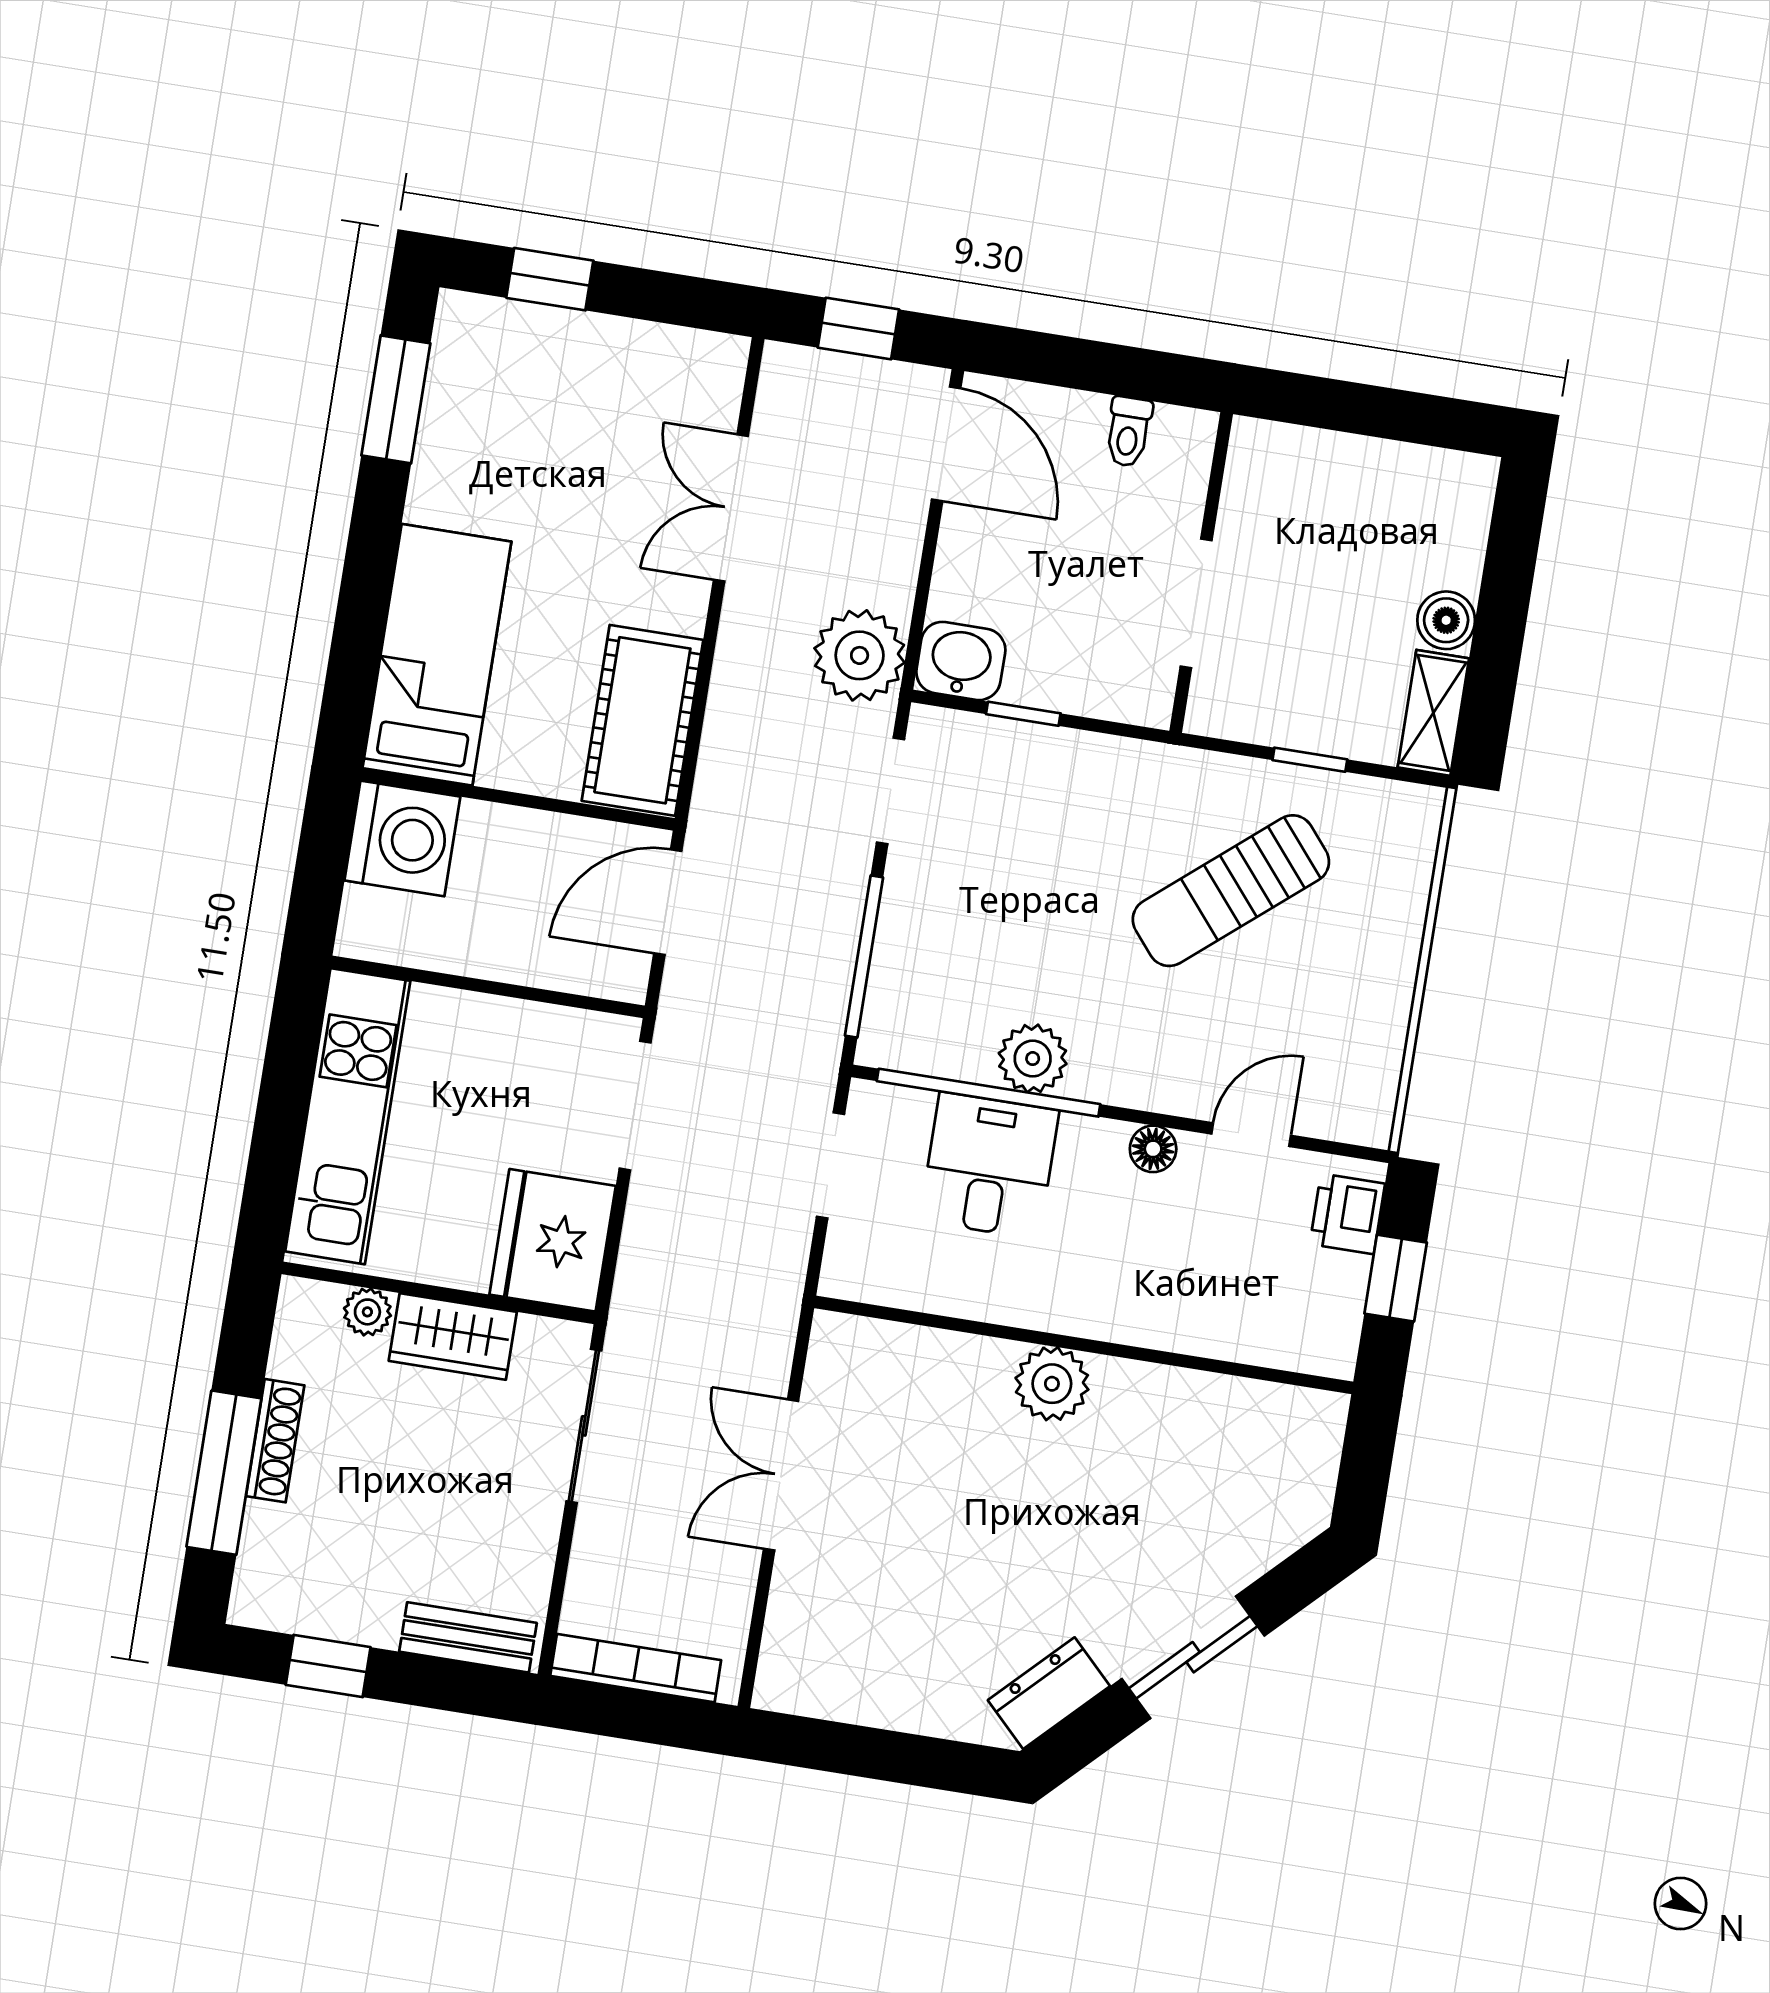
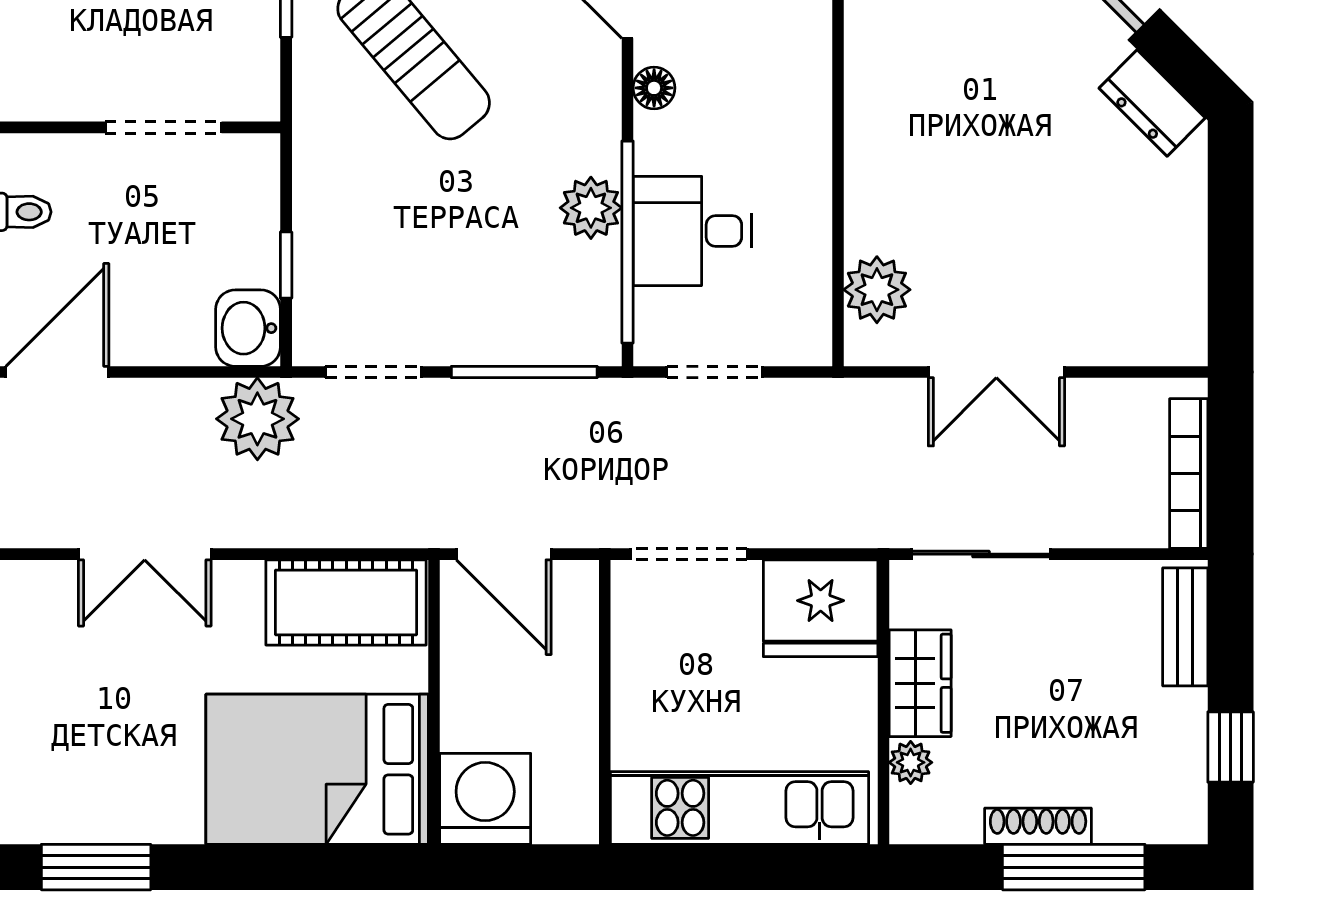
bed: (437, 655) -> (317, 769), width x1.50
plant: (1052, 1384) -> (877, 290), moved

